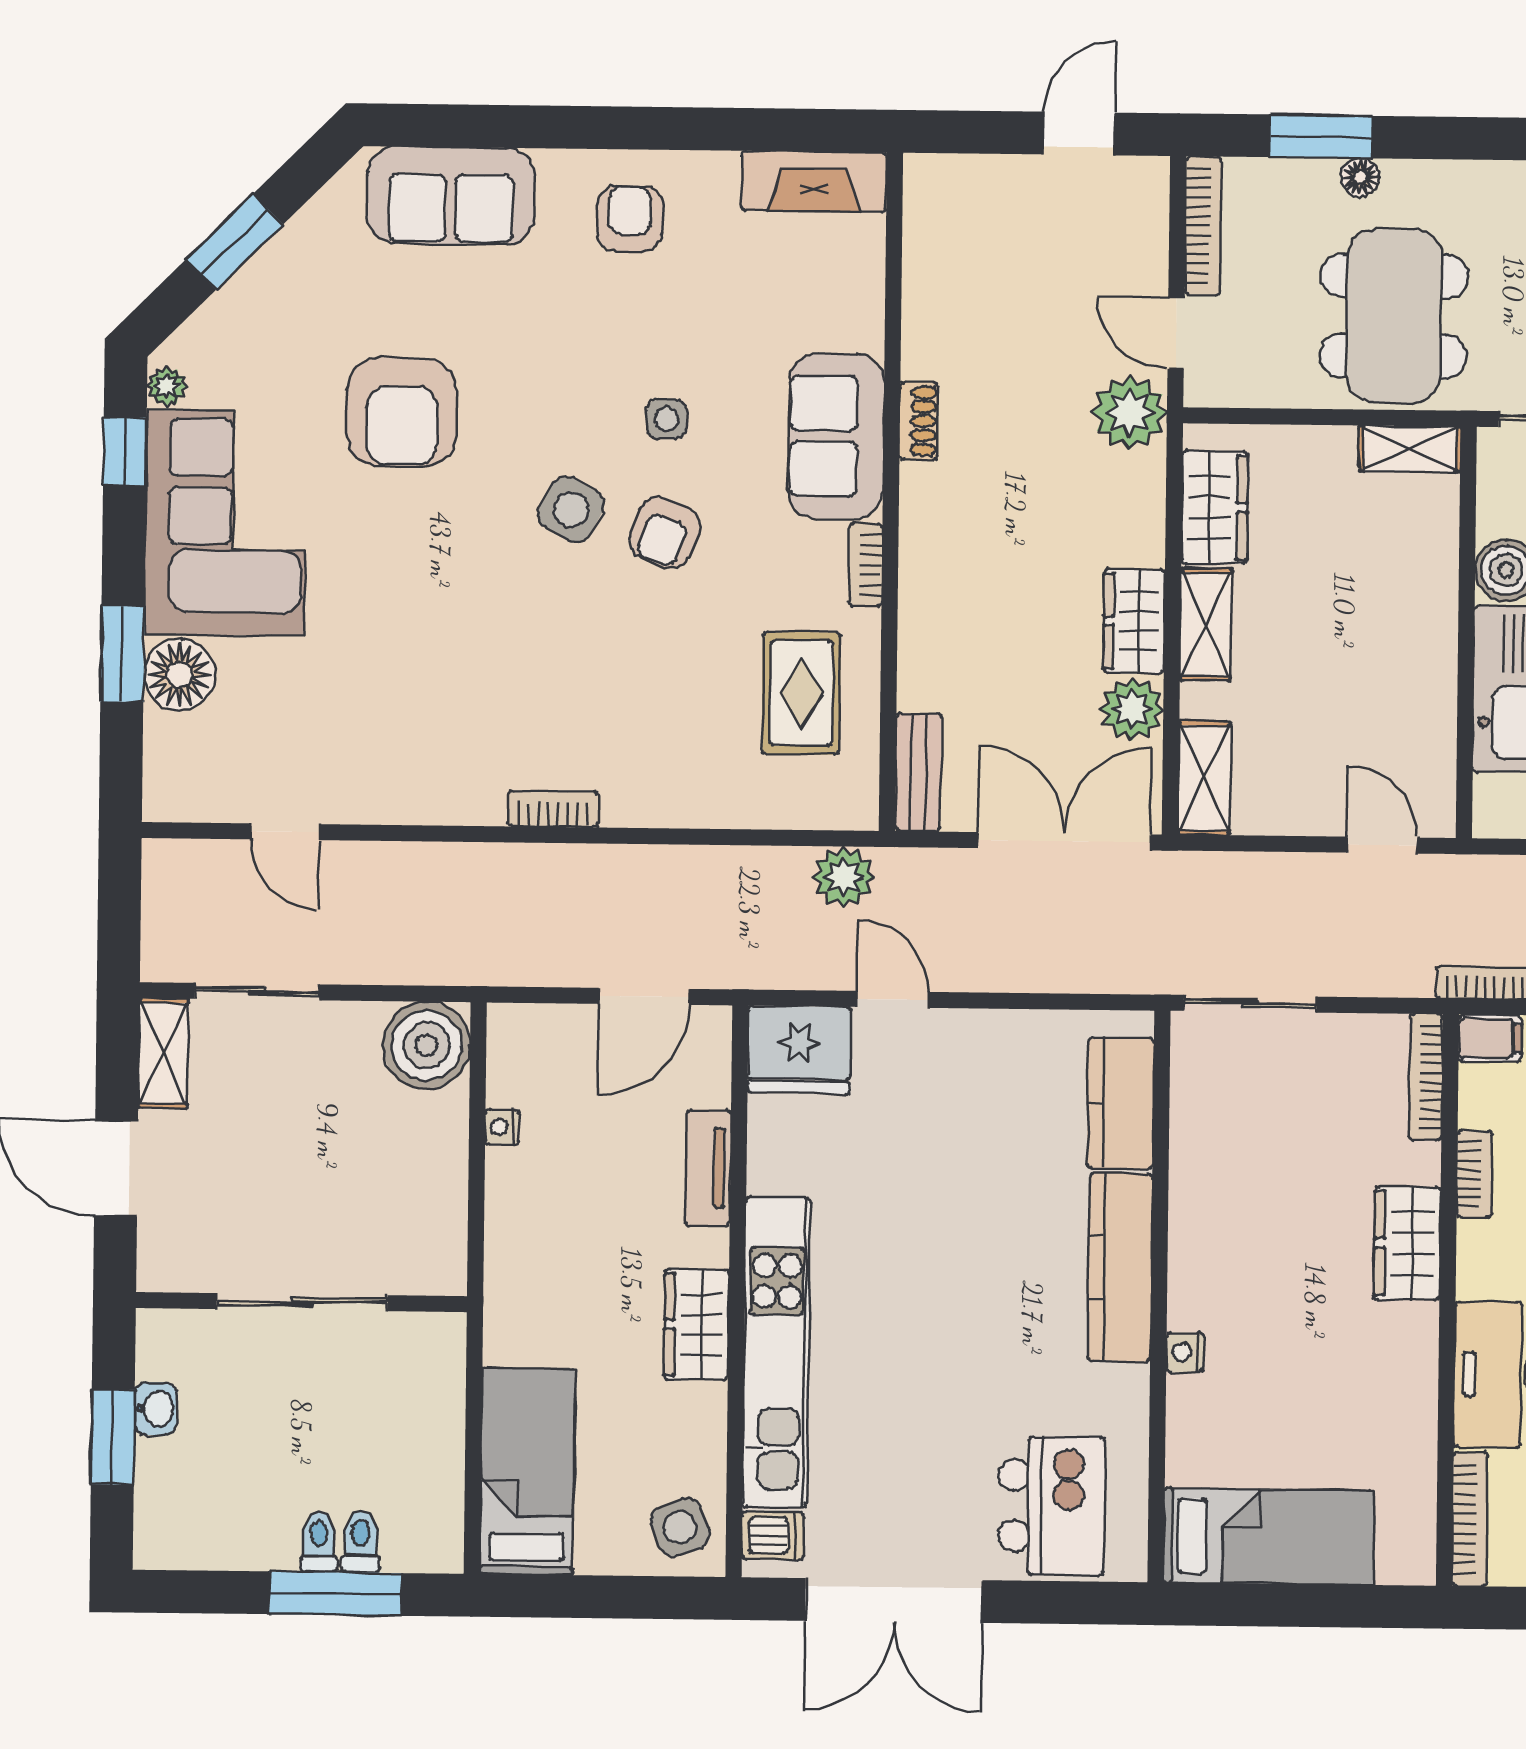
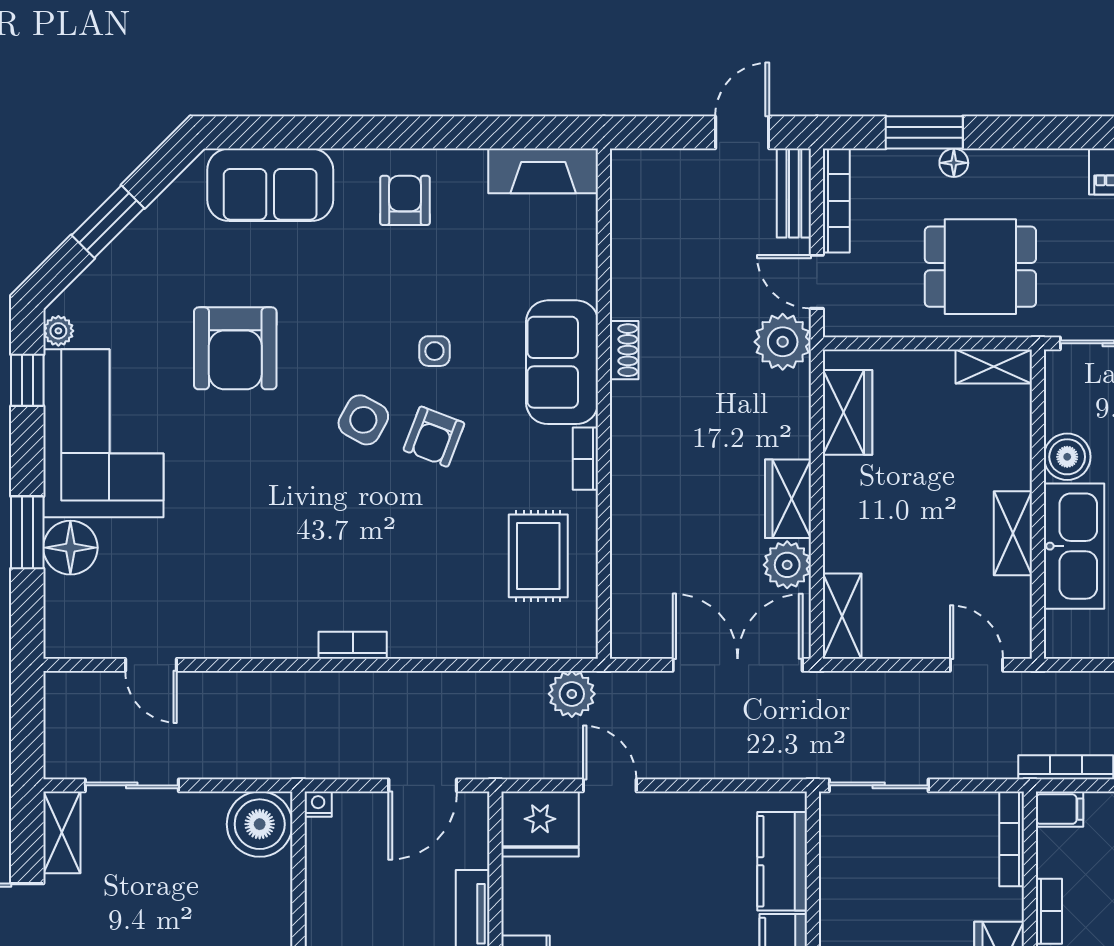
dining table: (1394, 316) -> (980, 267), width x0.73
shelving: (1206, 624) -> (1013, 533), moved
bench: (918, 772) -> (794, 193), moved
nightstand: (502, 1127) -> (318, 804), moved, turned 90

